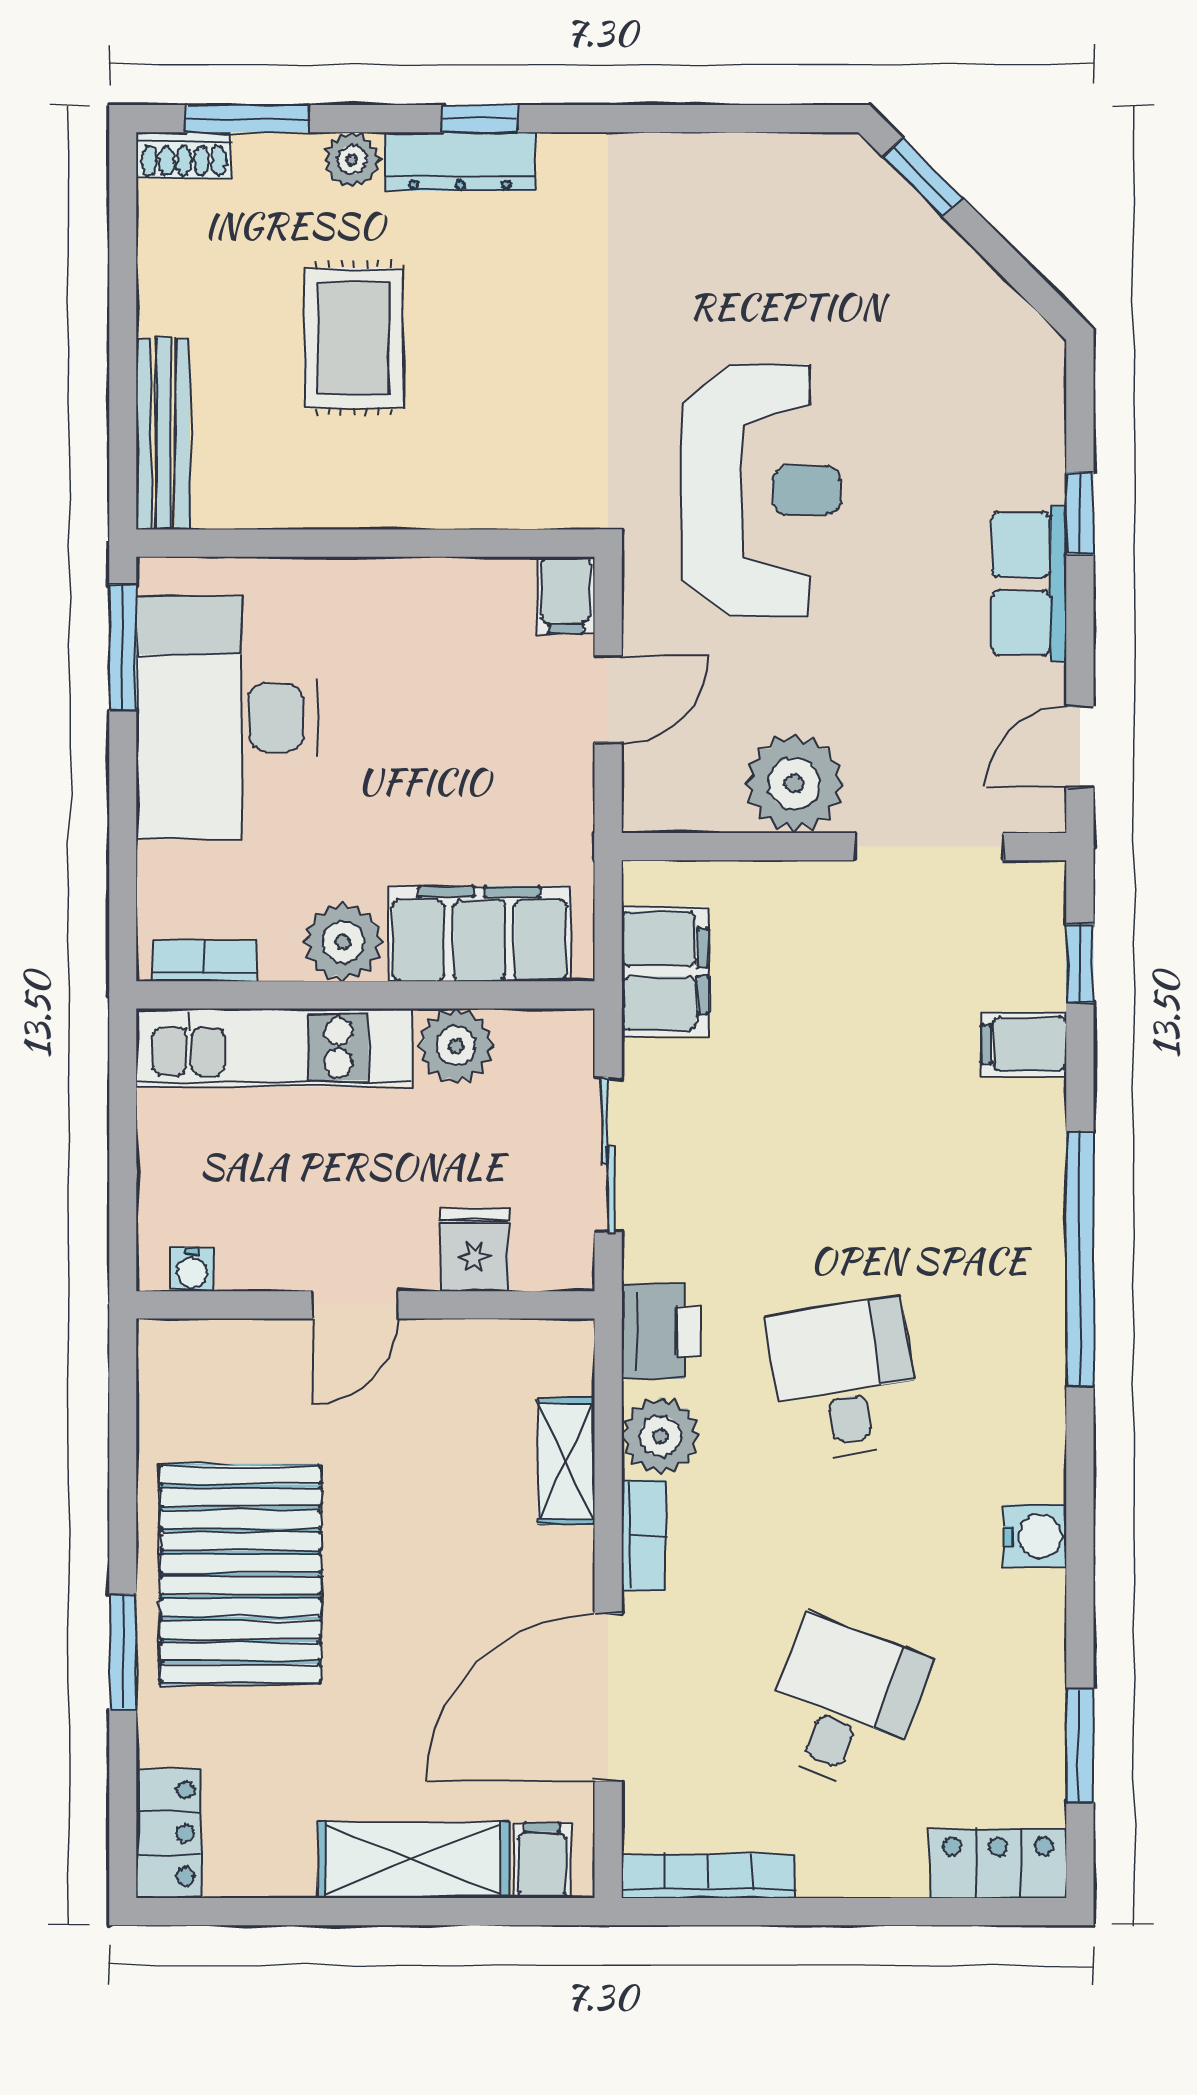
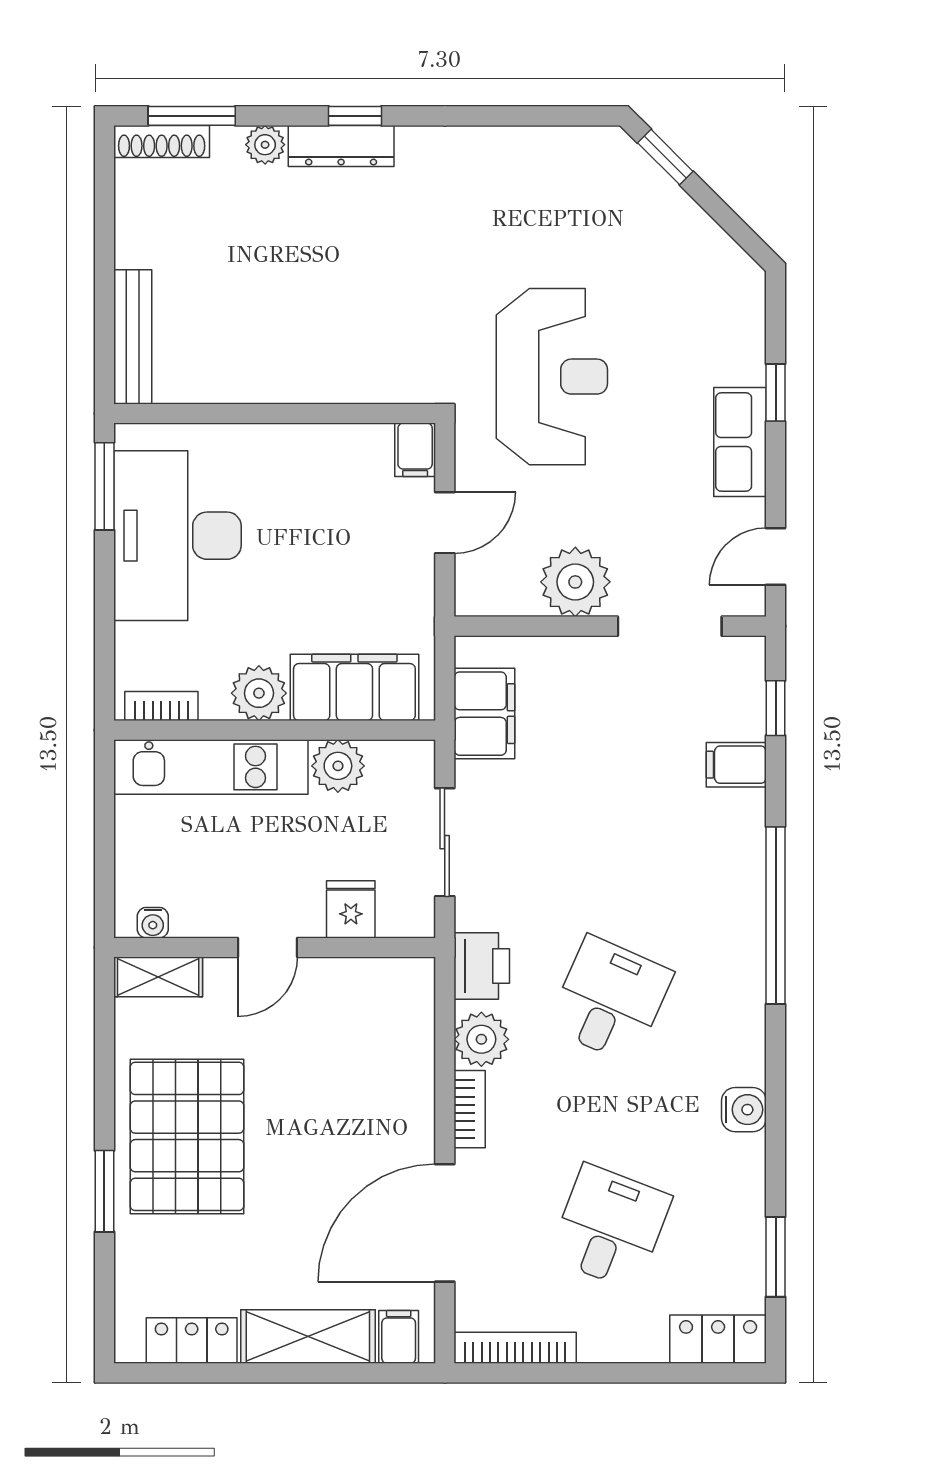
shoe rack: (184, 155) -> (162, 141), width x1.43
rug: (354, 338) -> (266, 270), removed
desk: (844, 1379) -> (610, 1000), turned 33
shelving: (566, 1461) -> (158, 977), moved, turned 90
locker: (169, 1833) -> (192, 1340), moved, turned -90

